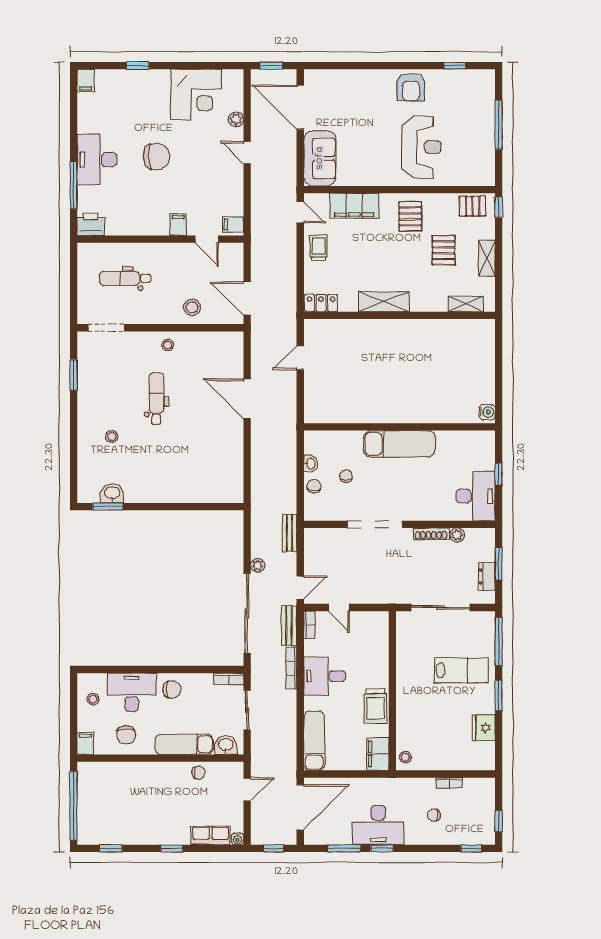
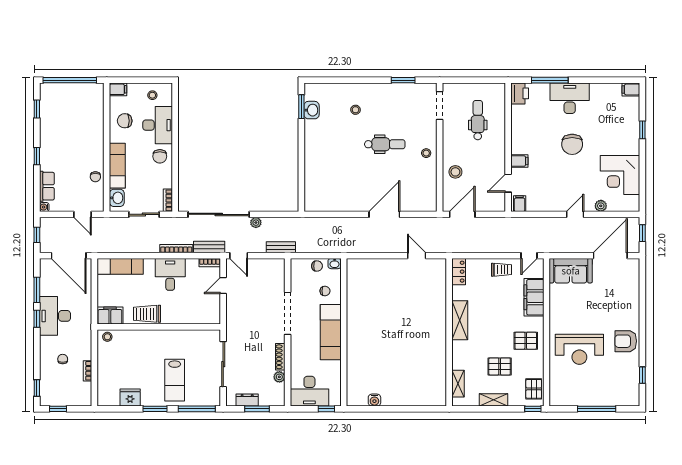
wall: (399, 427) -> (344, 332), moved
exam couch: (399, 444) -> (331, 332), moved

